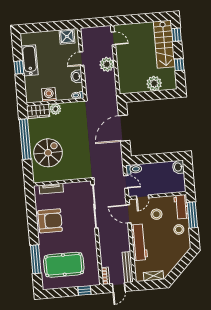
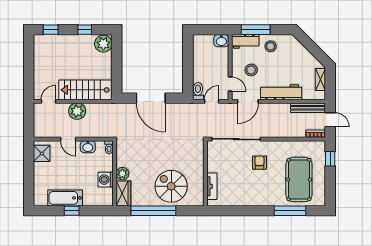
stairs: (164, 44) -> (85, 90), moved, turned 180
plant: (154, 83) -> (103, 44), moved
washbasin: (178, 167) -> (221, 41), moved
armchair: (50, 221) -> (259, 163), moved, width x0.53, depth x0.53

